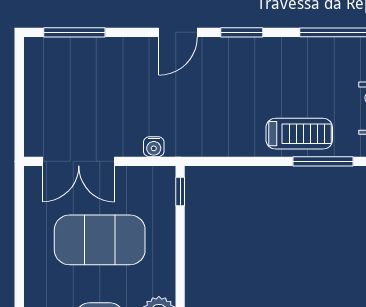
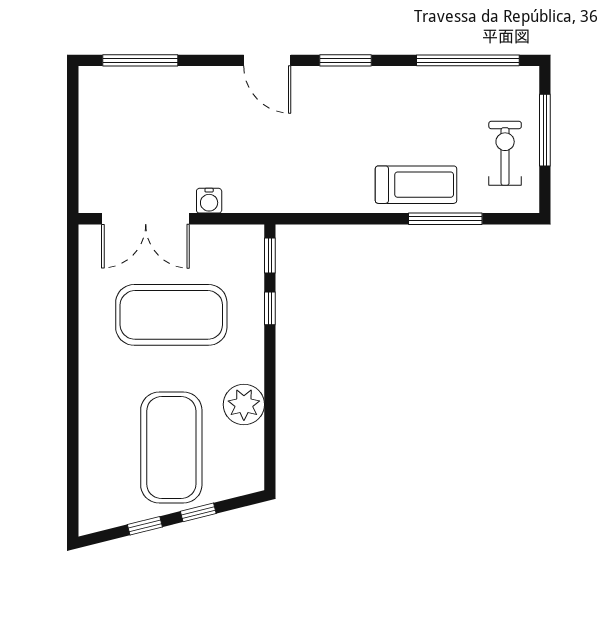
door: (178, 32) -> (267, 60), hinge flipped
water cooler: (154, 147) -> (209, 201), moved
window: (180, 235) -> (270, 308), added

